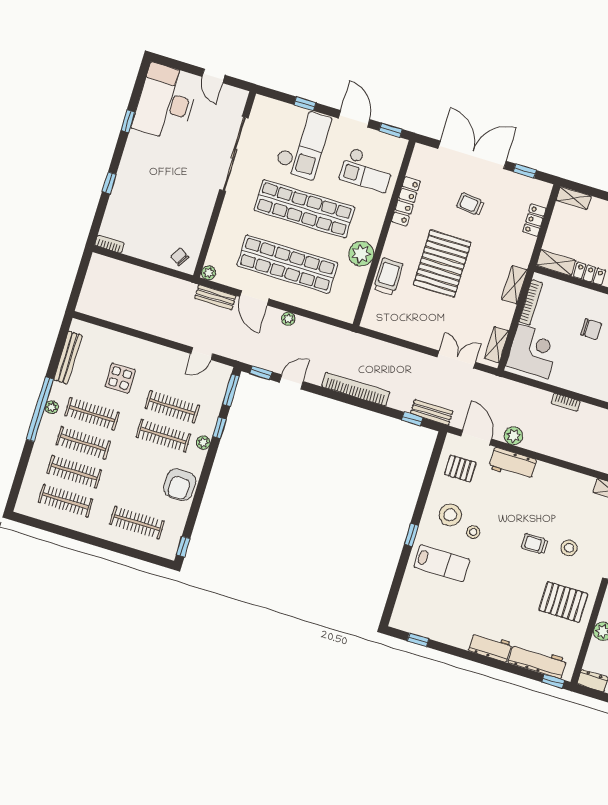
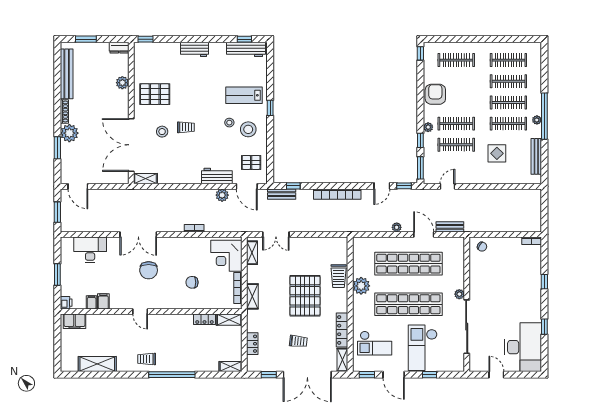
shelving: (418, 160) -> (342, 360), added
checkout: (367, 170) -> (375, 343), turned 180
plant: (209, 273) -> (459, 294), moved
workbench: (537, 661) -> (246, 49), moved

